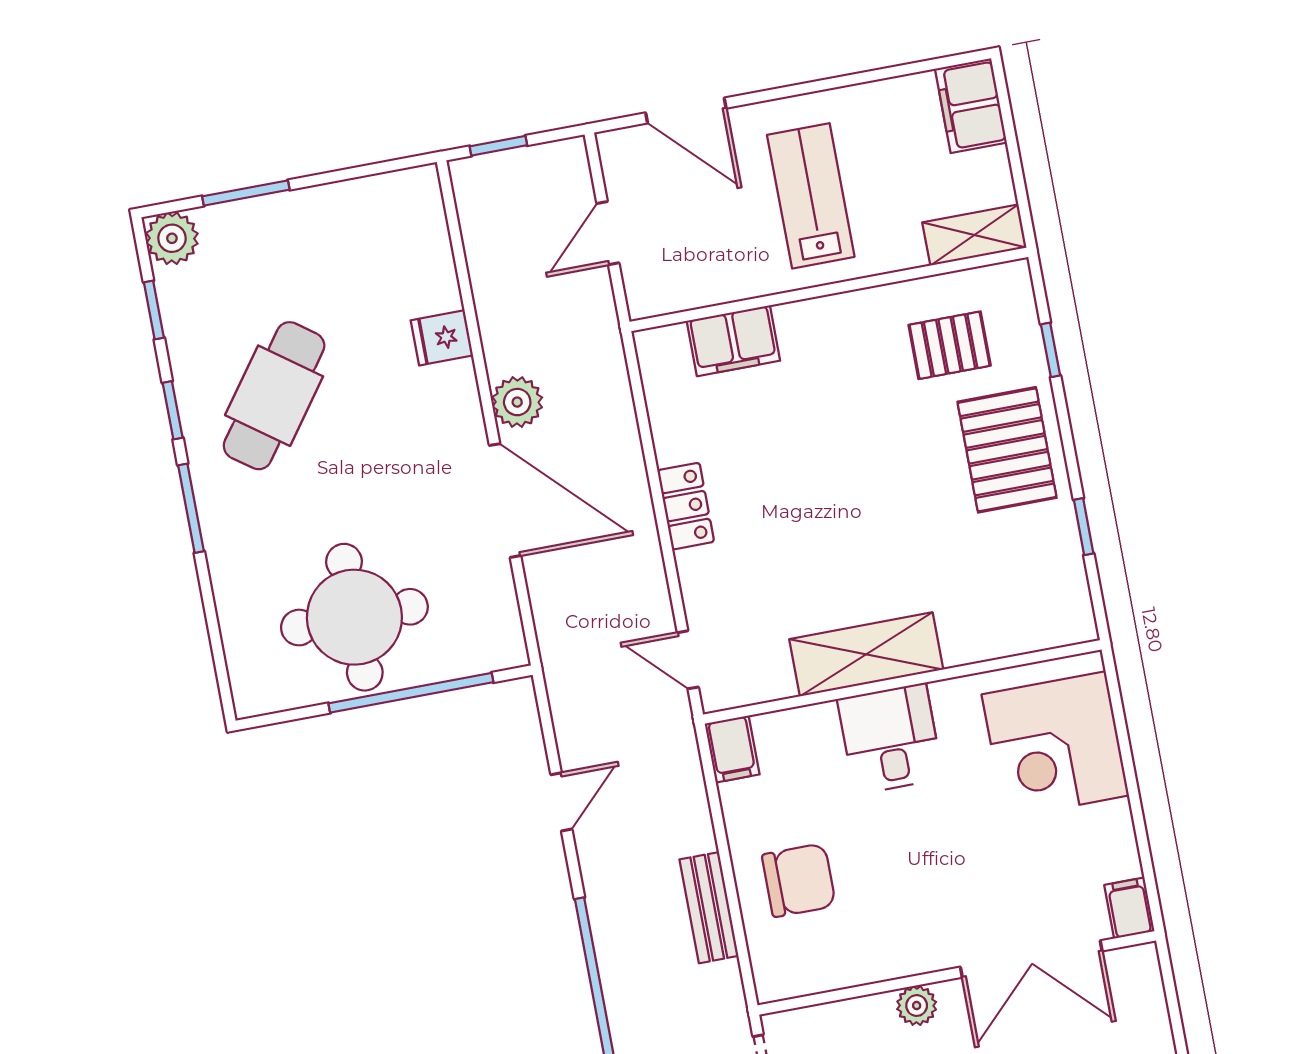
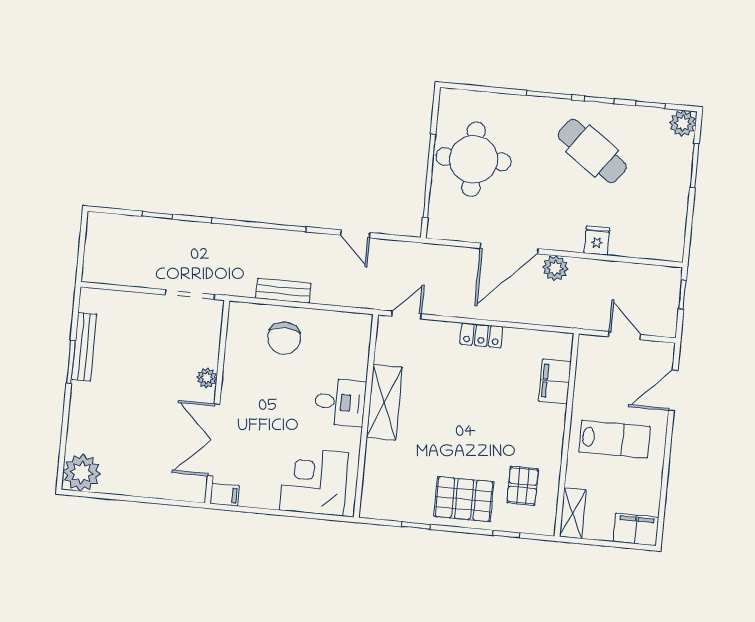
filing cabinet: (732, 749) -> (357, 324), removed

